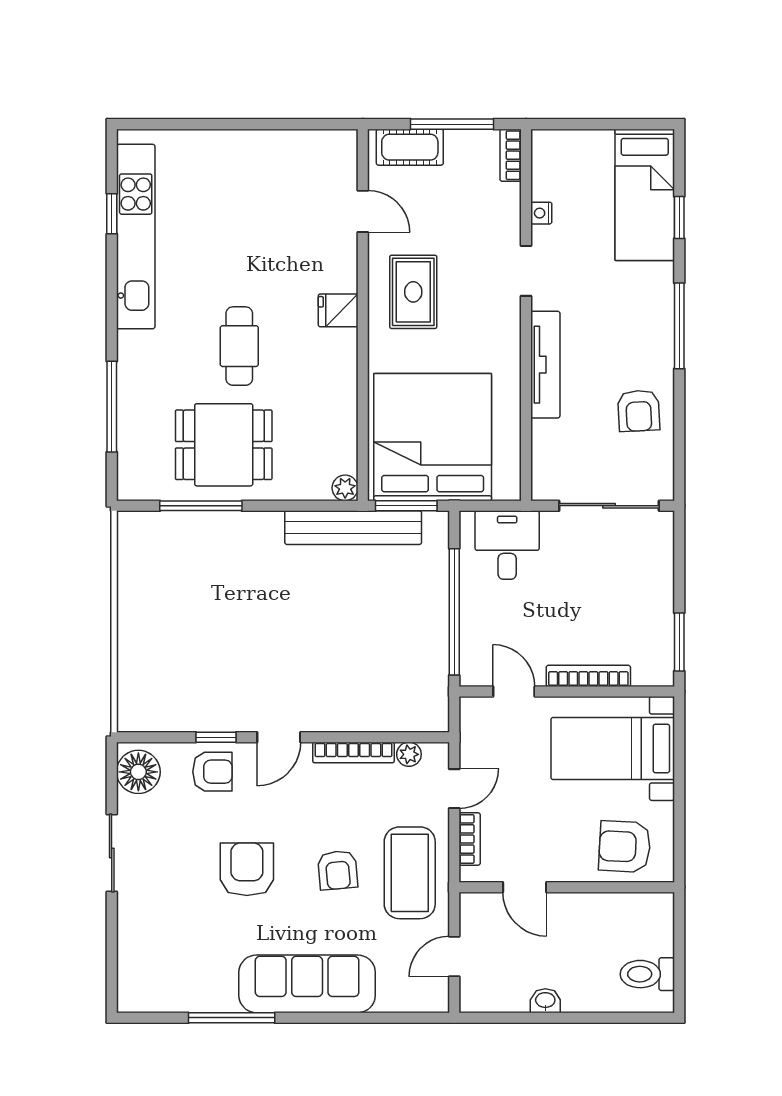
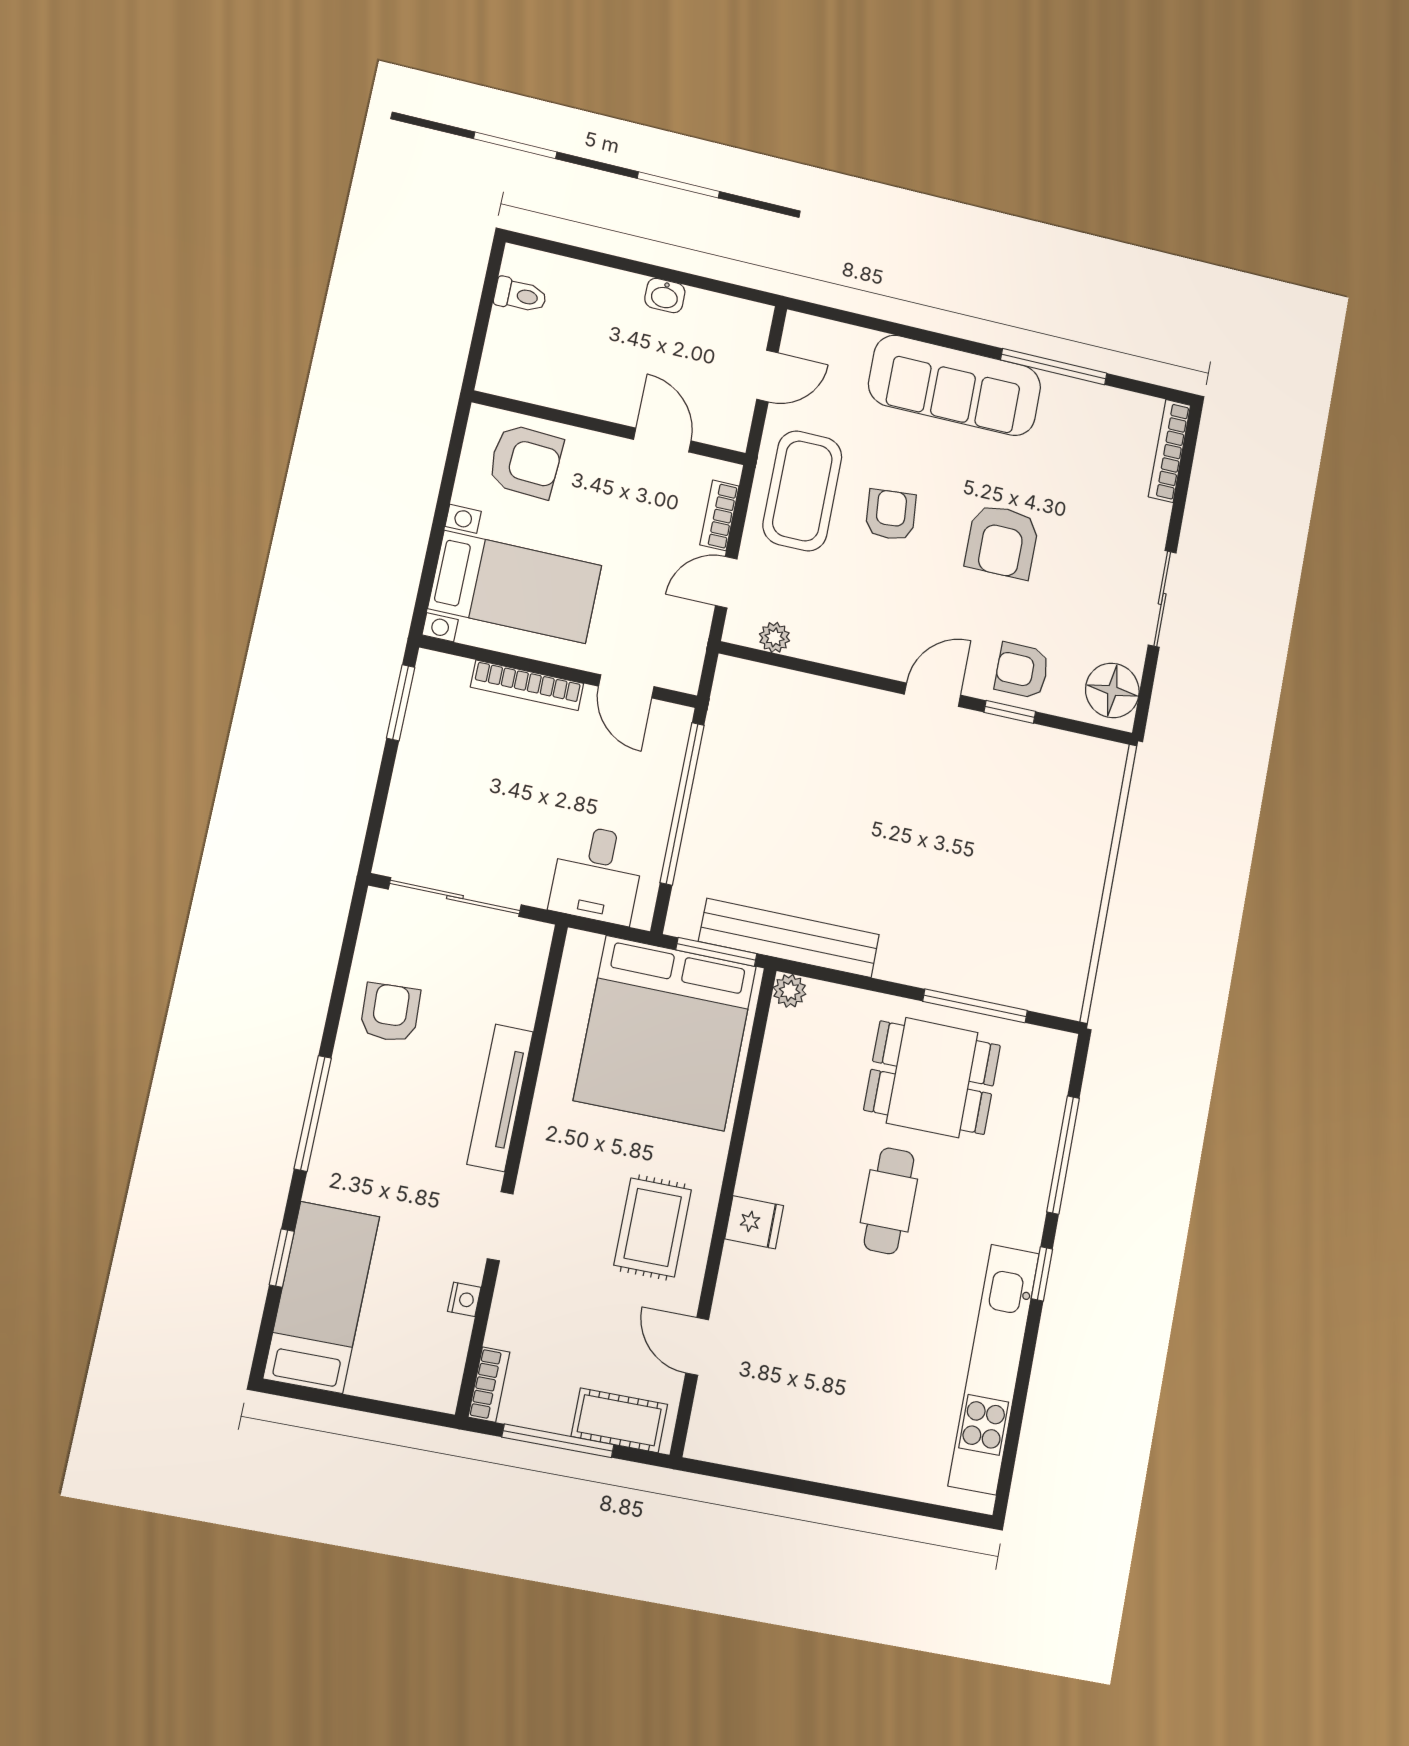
window: (112, 214) -> (1042, 1274), moved
bookcase: (353, 753) -> (1170, 451), moved, turned -90
toilet: (647, 974) -> (520, 295), width x0.73, depth x0.72

